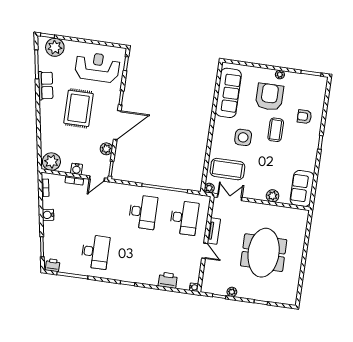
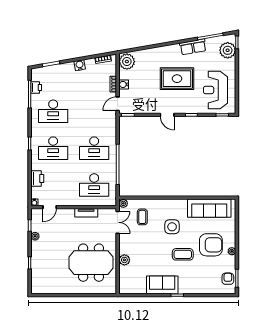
reception desk: (97, 67) -> (215, 90), turned 180
armchair: (304, 117) -> (228, 279), moved
door: (117, 125) -> (167, 115), width x0.53
plant: (106, 149) -> (145, 108), removed
coffee table: (227, 169) -> (142, 217), width x0.54, depth x0.58
door: (97, 179) -> (118, 104), hinge flipped
sofa: (302, 188) -> (162, 285), moved
door: (205, 251) -> (50, 207), moved
meeting table: (264, 253) -> (91, 263), moved
desk: (136, 258) -> (53, 148), added
printer: (53, 265) -> (36, 88), moved

